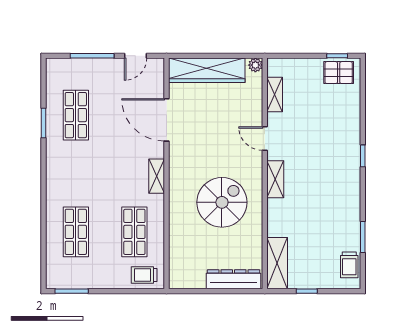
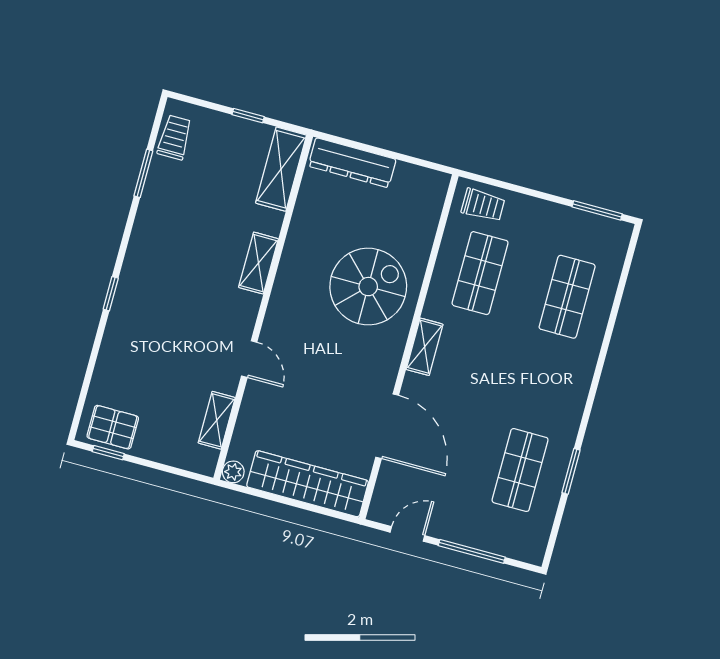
shelving: (275, 179) -> (258, 263), moved
spiral stairs: (222, 202) -> (368, 287), moved, turned 180

